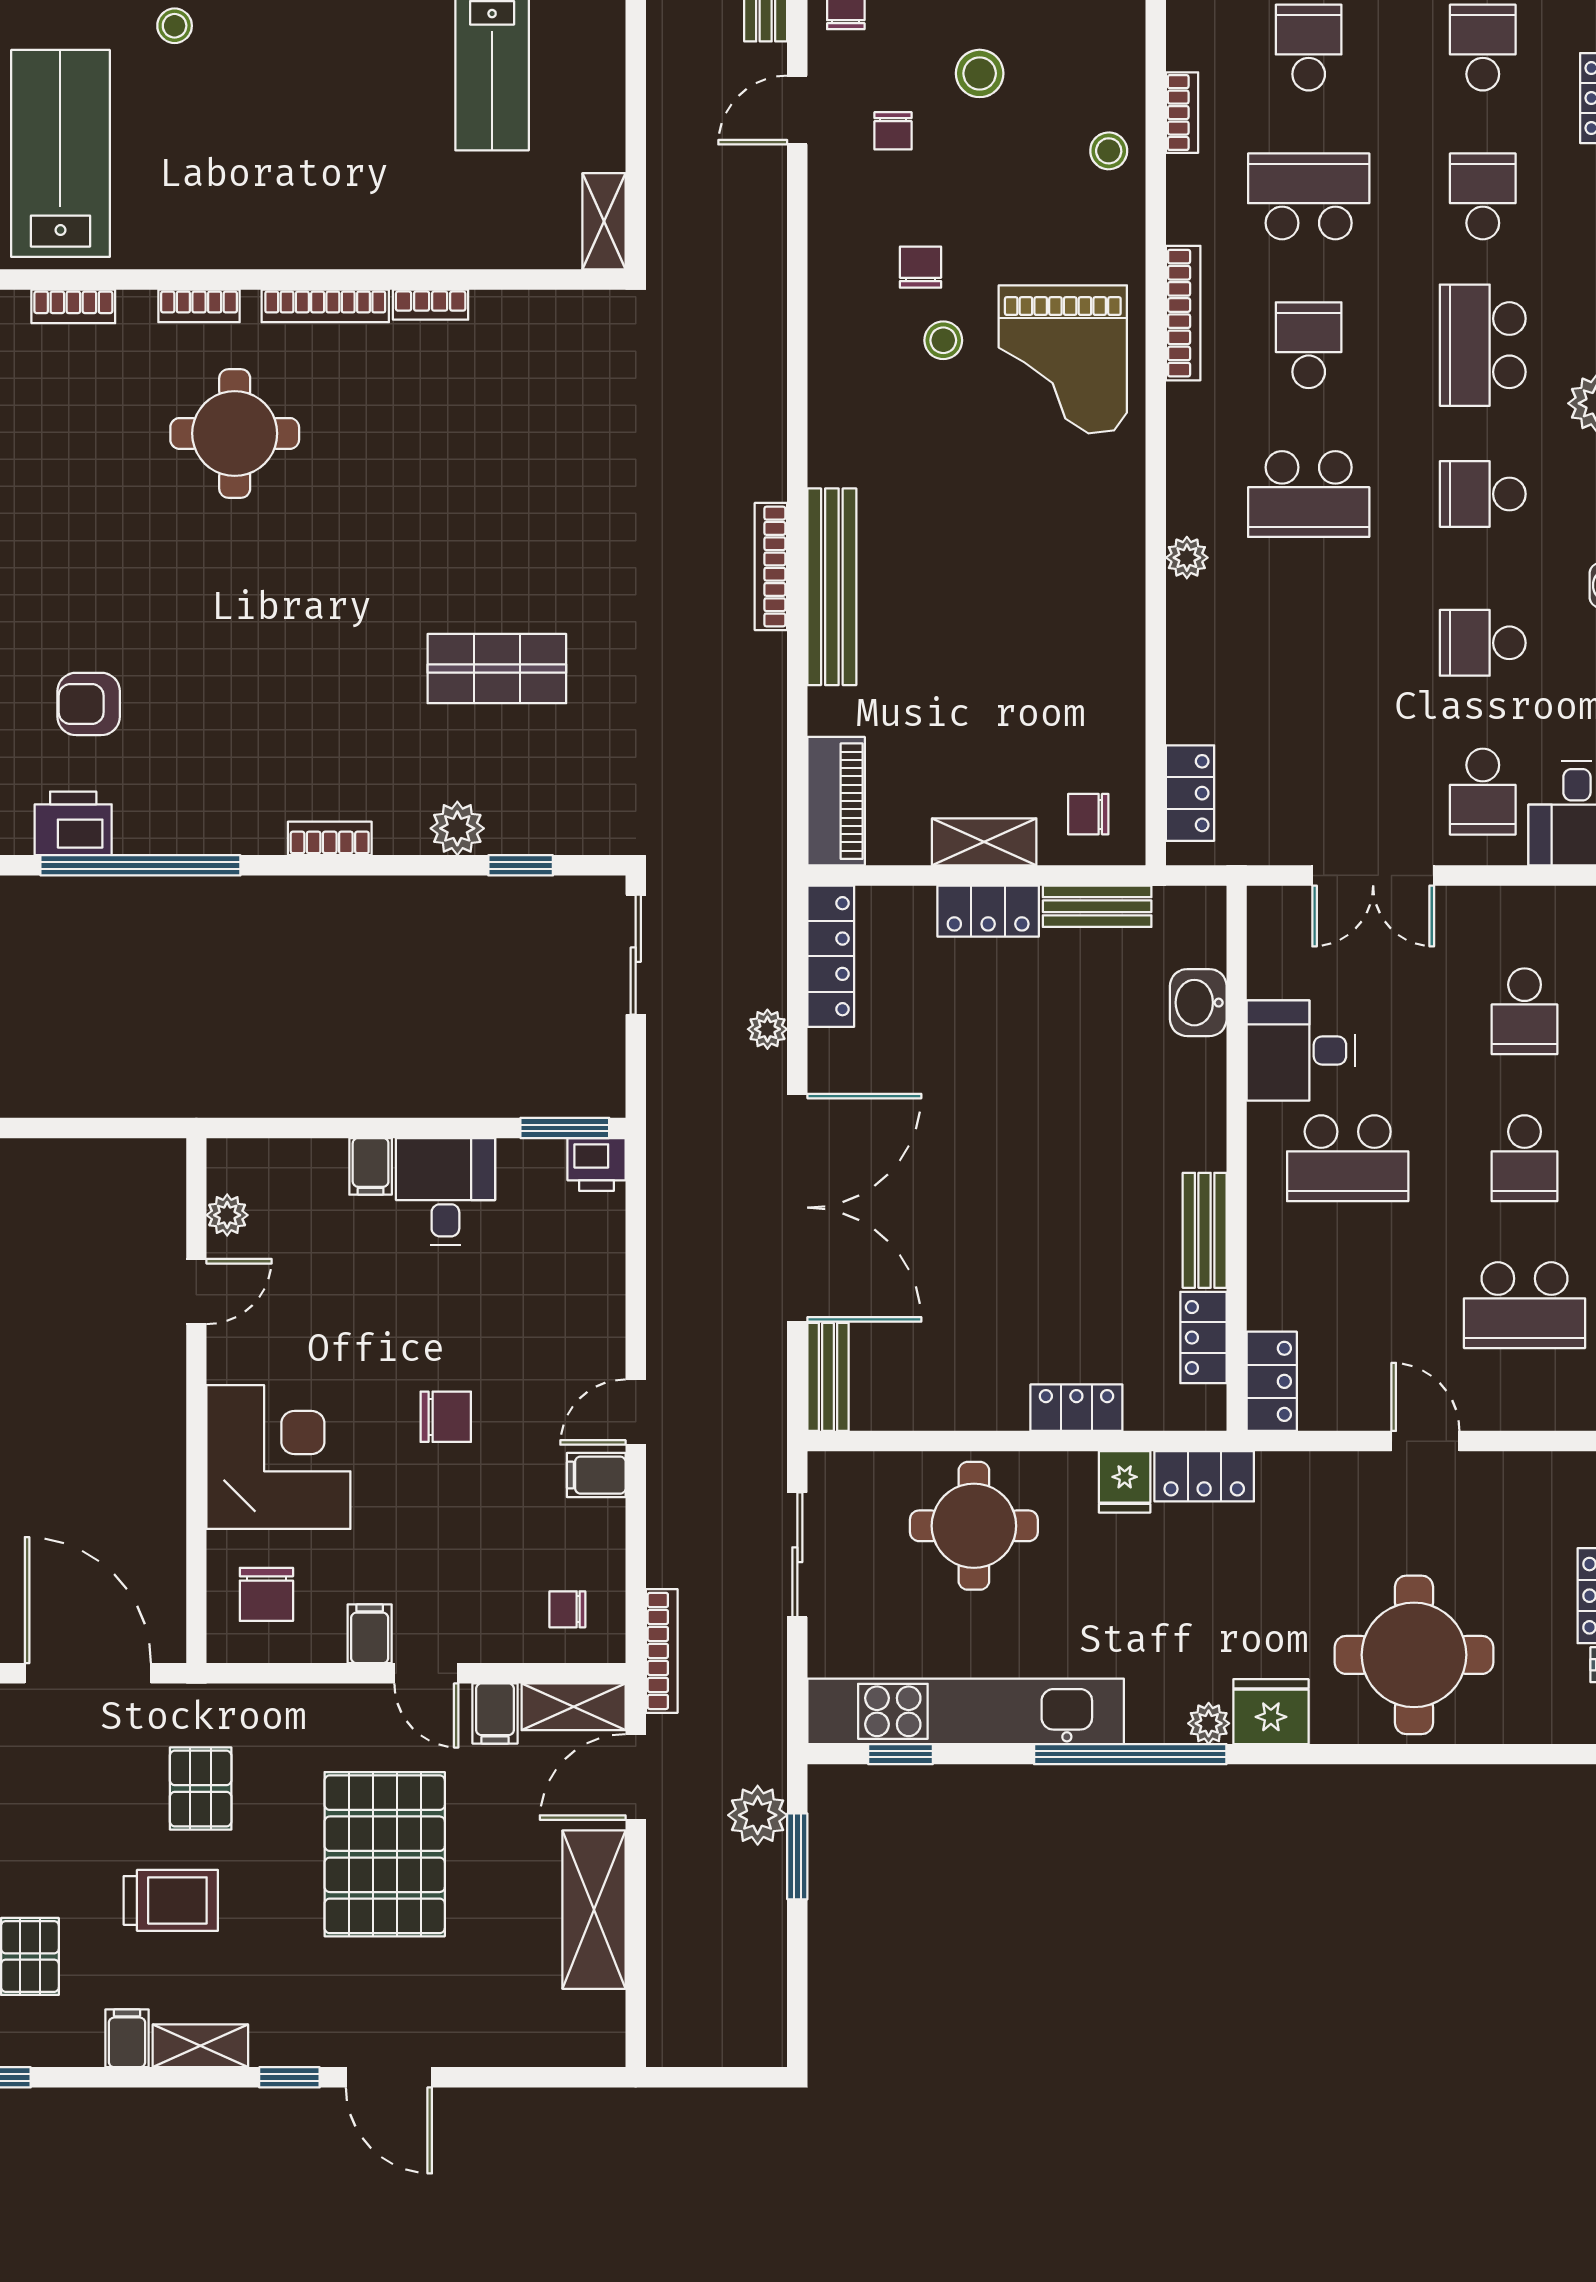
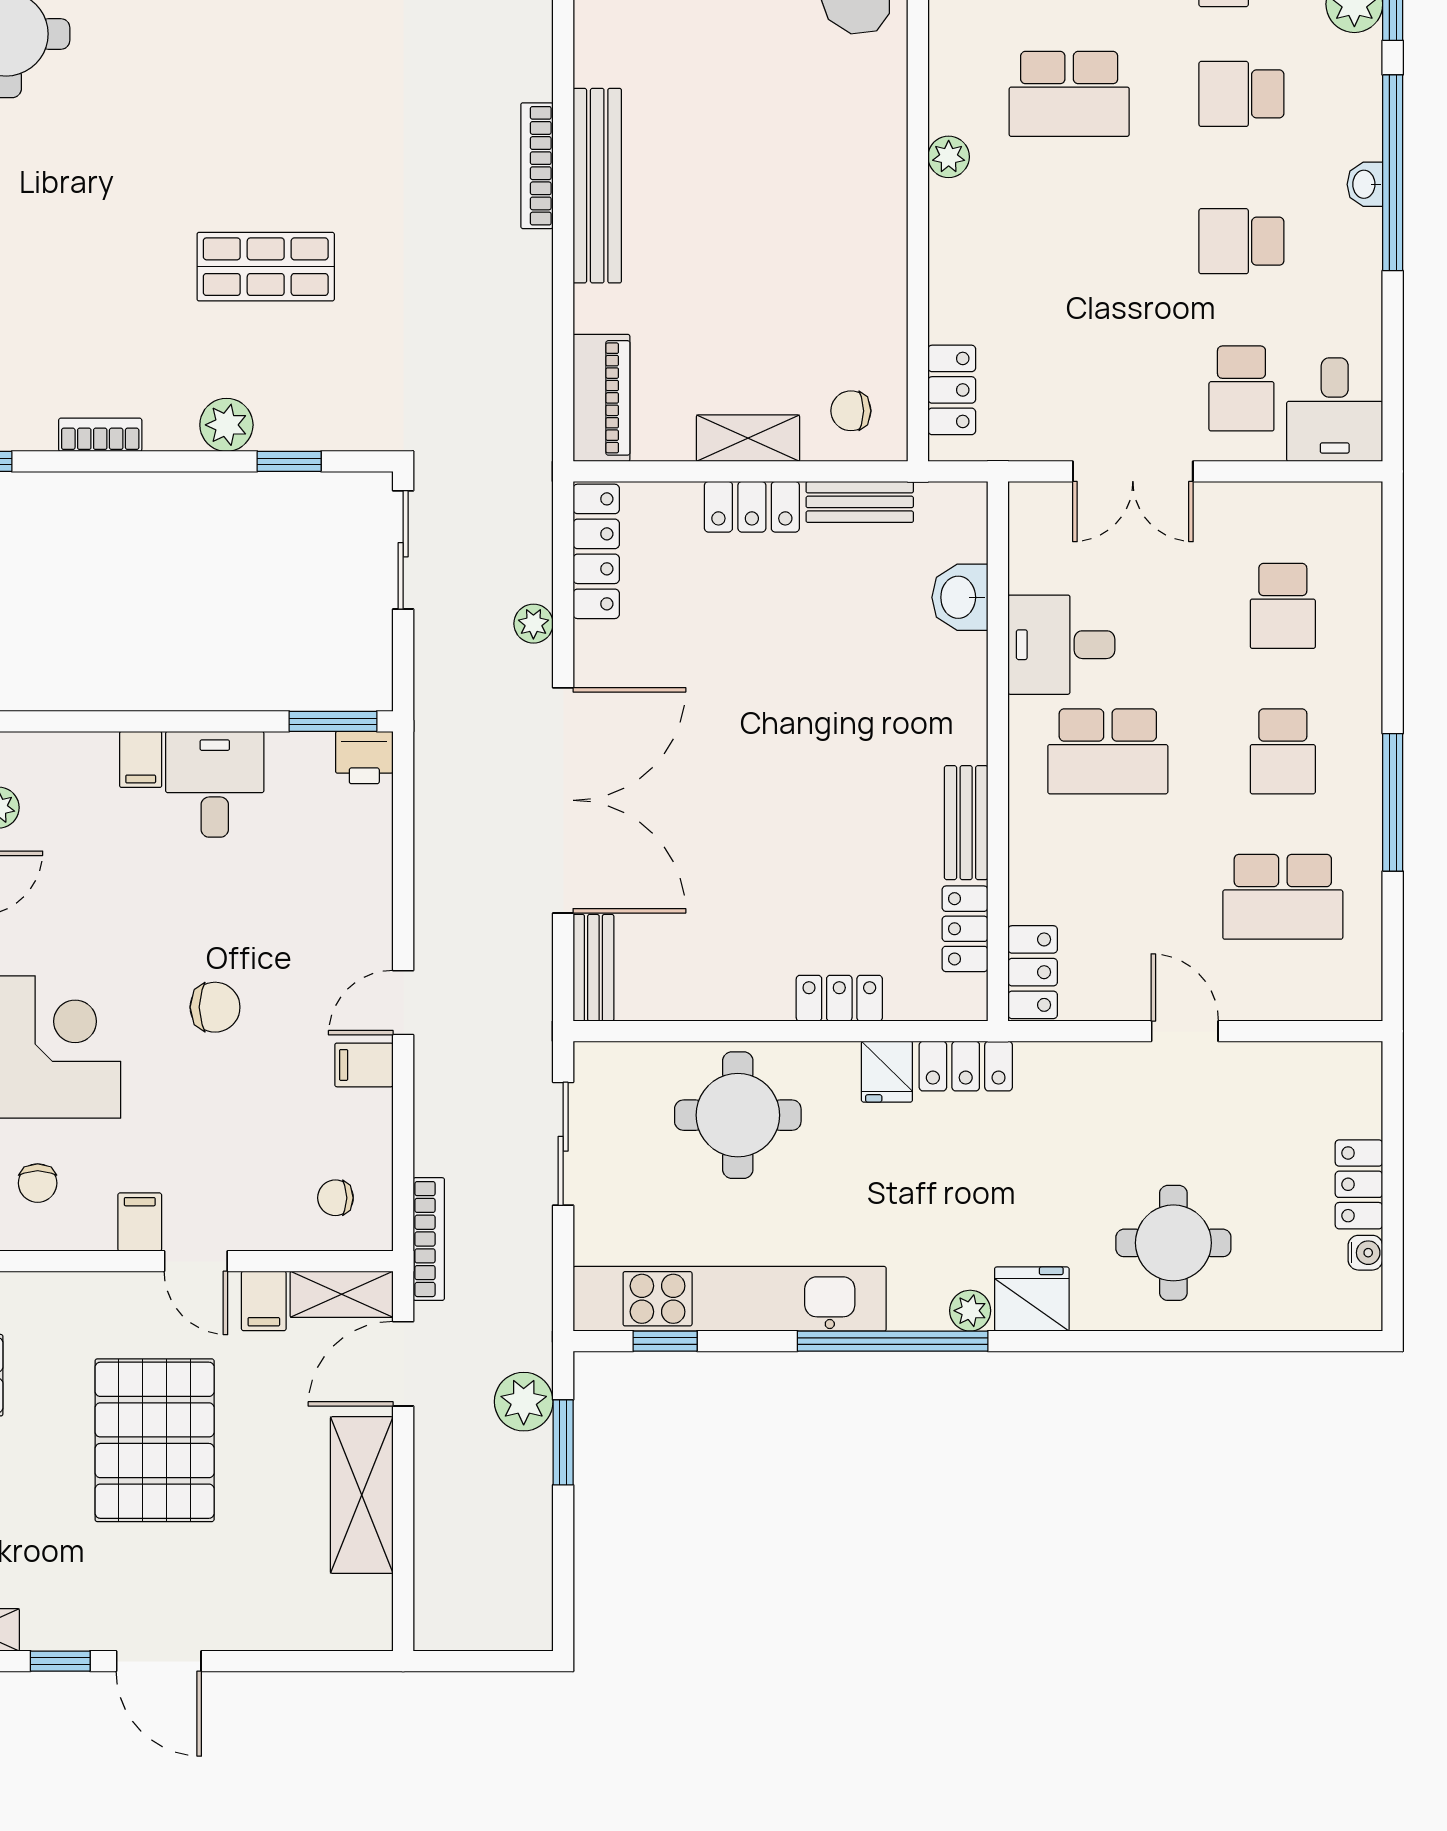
chair: (266, 1594) -> (38, 1183), width x0.73, depth x0.73
round table: (1414, 1655) -> (1173, 1243), width x0.73, depth x0.73

